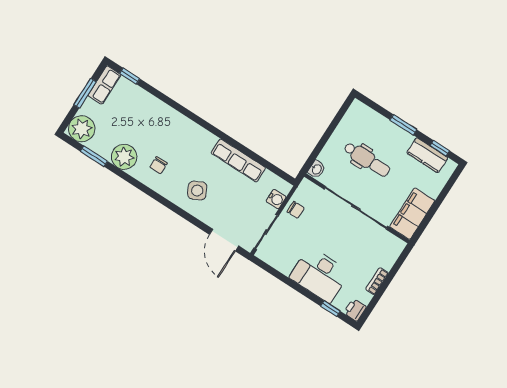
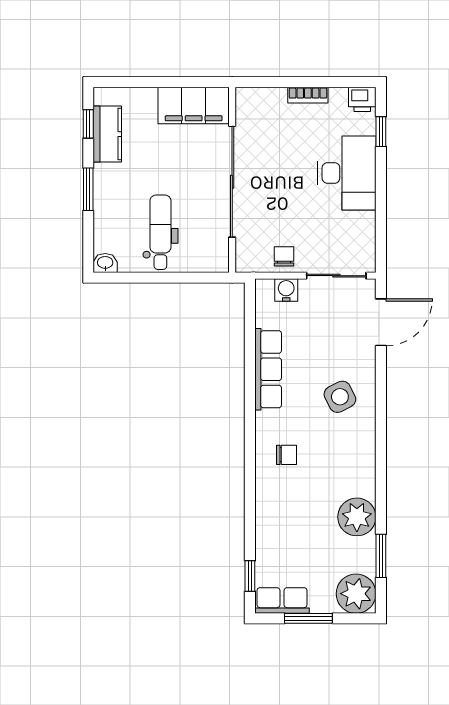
dental chair: (367, 159) -> (160, 232), moved
chair: (158, 165) -> (287, 455), moved
washbasin: (317, 169) -> (105, 263), moved

